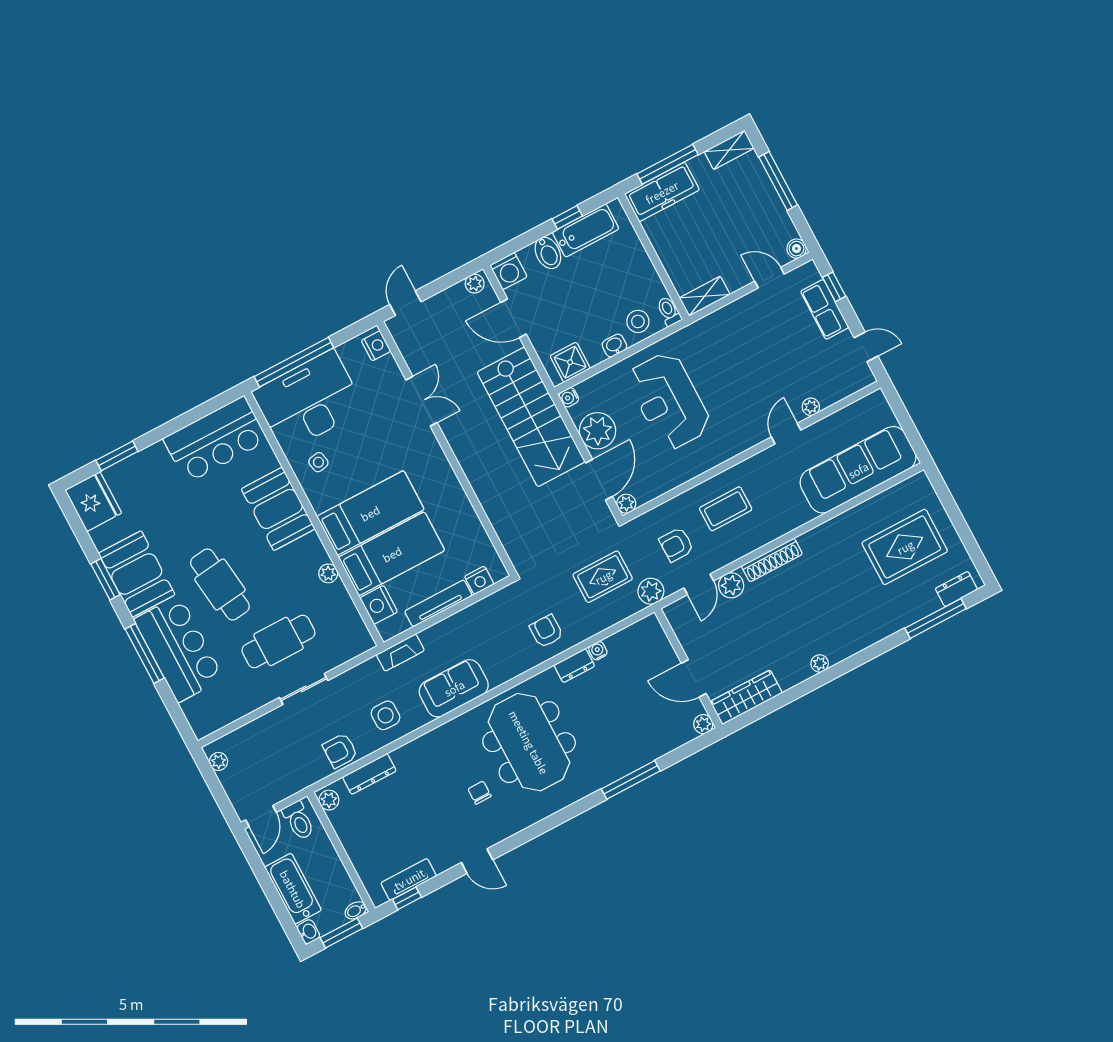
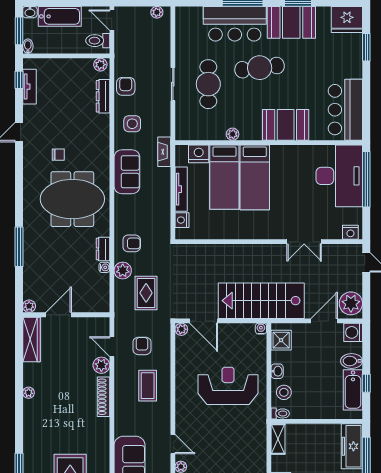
plant: (475, 284) -> (351, 303), width x1.87, depth x1.87
plant: (598, 431) -> (233, 335), removed
side table: (318, 462) -> (300, 163), removed
plant: (651, 591) -> (123, 271), moved

